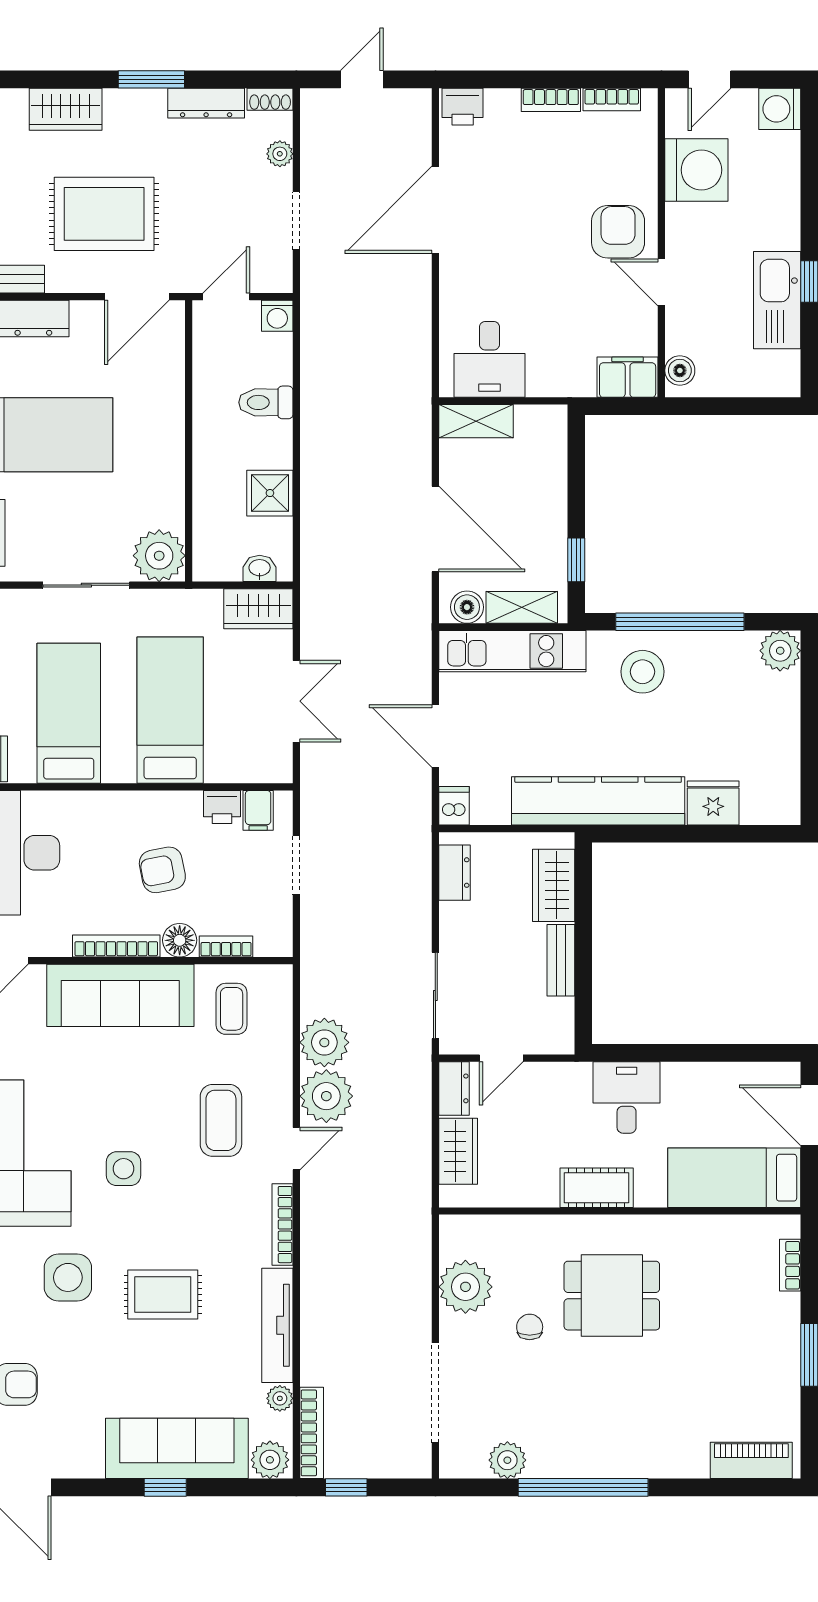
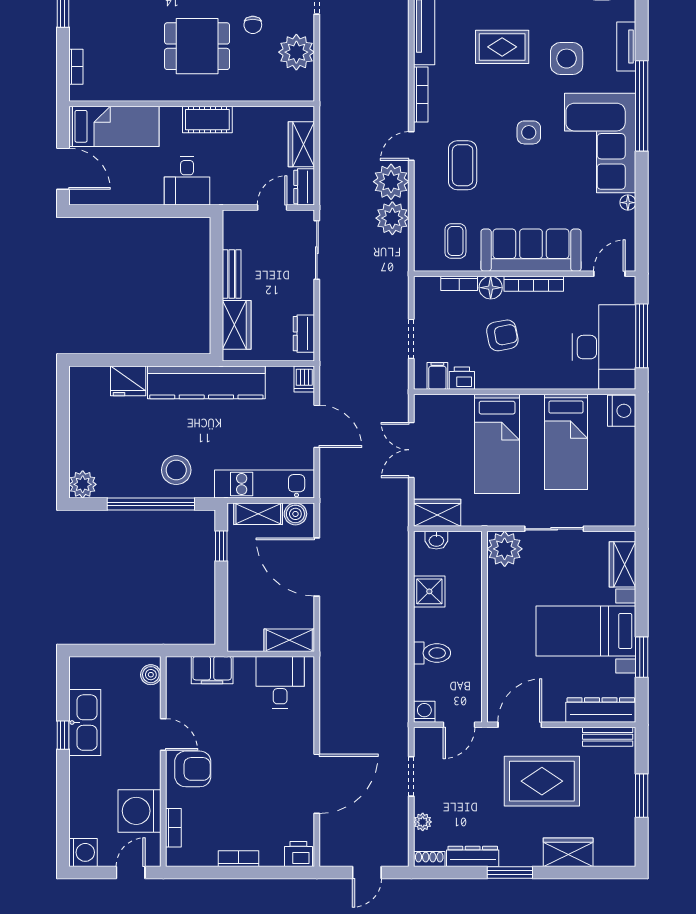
bookcase: (612, 100) -> (173, 828), moved, turned 90
armchair: (618, 232) -> (193, 769), turned -90
filing cabinet: (628, 377) -> (212, 670), moved

